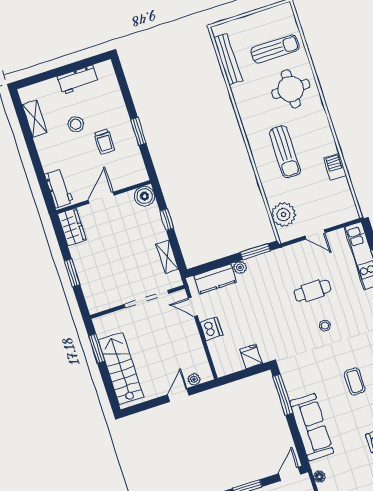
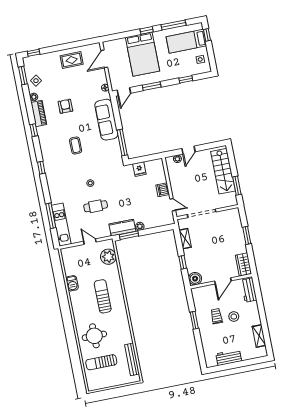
stool: (76, 124) -> (234, 317), moved
kitchen counter: (215, 279) -> (122, 228), moved

